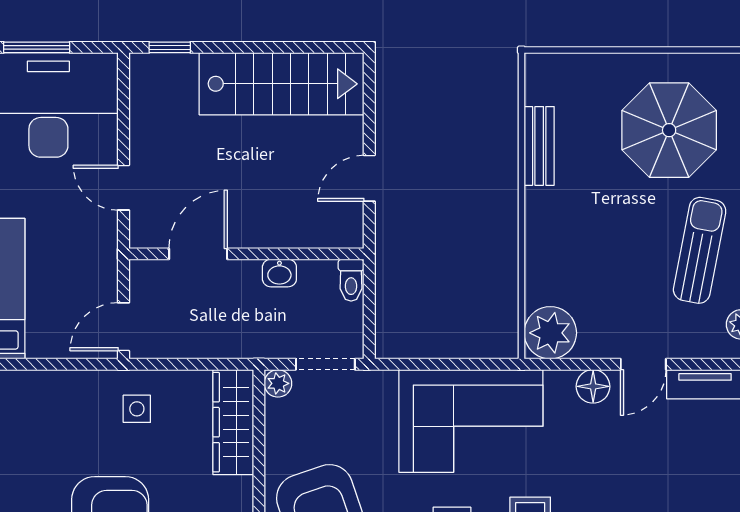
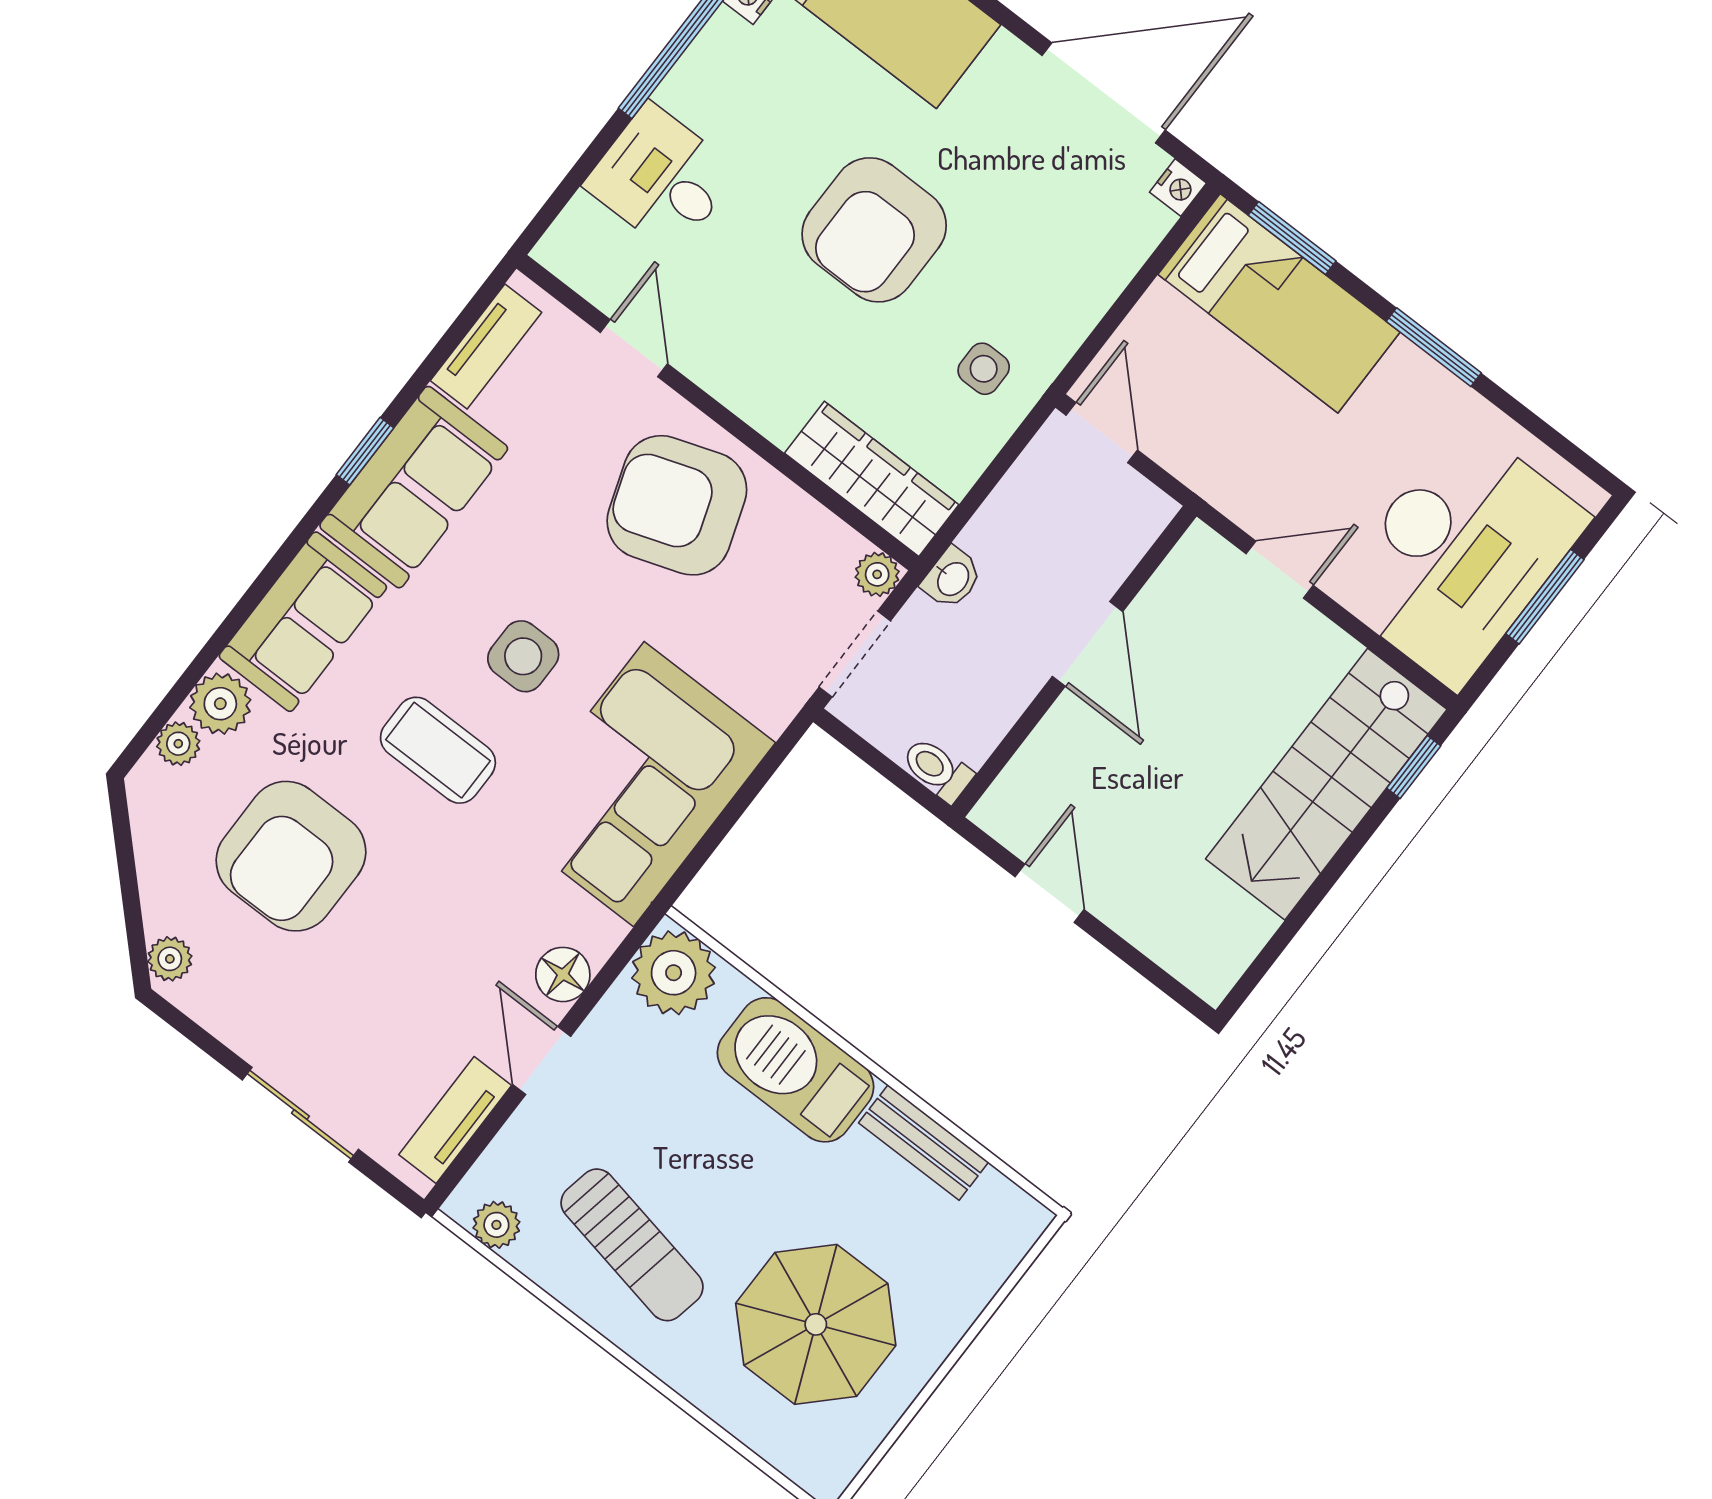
stairs: (282, 84) -> (1326, 784), moved
barbecue: (552, 236) -> (795, 1070), added
door: (198, 254) -> (1088, 644), moved
washbasin: (279, 273) -> (952, 578), moved, turned 180

